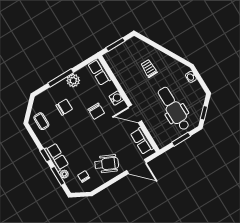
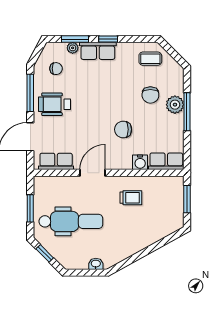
trolley: (149, 68) -> (131, 198), moved
plant: (73, 81) -> (175, 105), moved
water cooler: (116, 98) -> (140, 162), moved
wheelchair: (107, 164) -> (55, 104), turned 65
window: (109, 183) -> (30, 93), added

